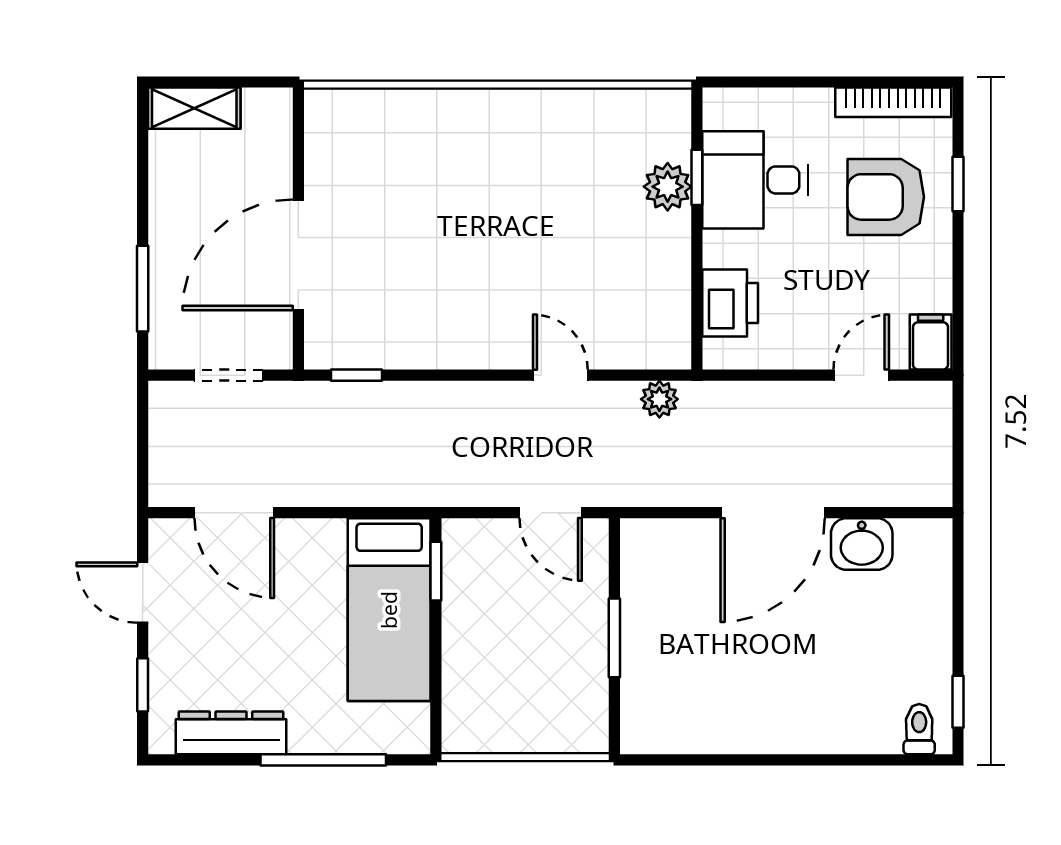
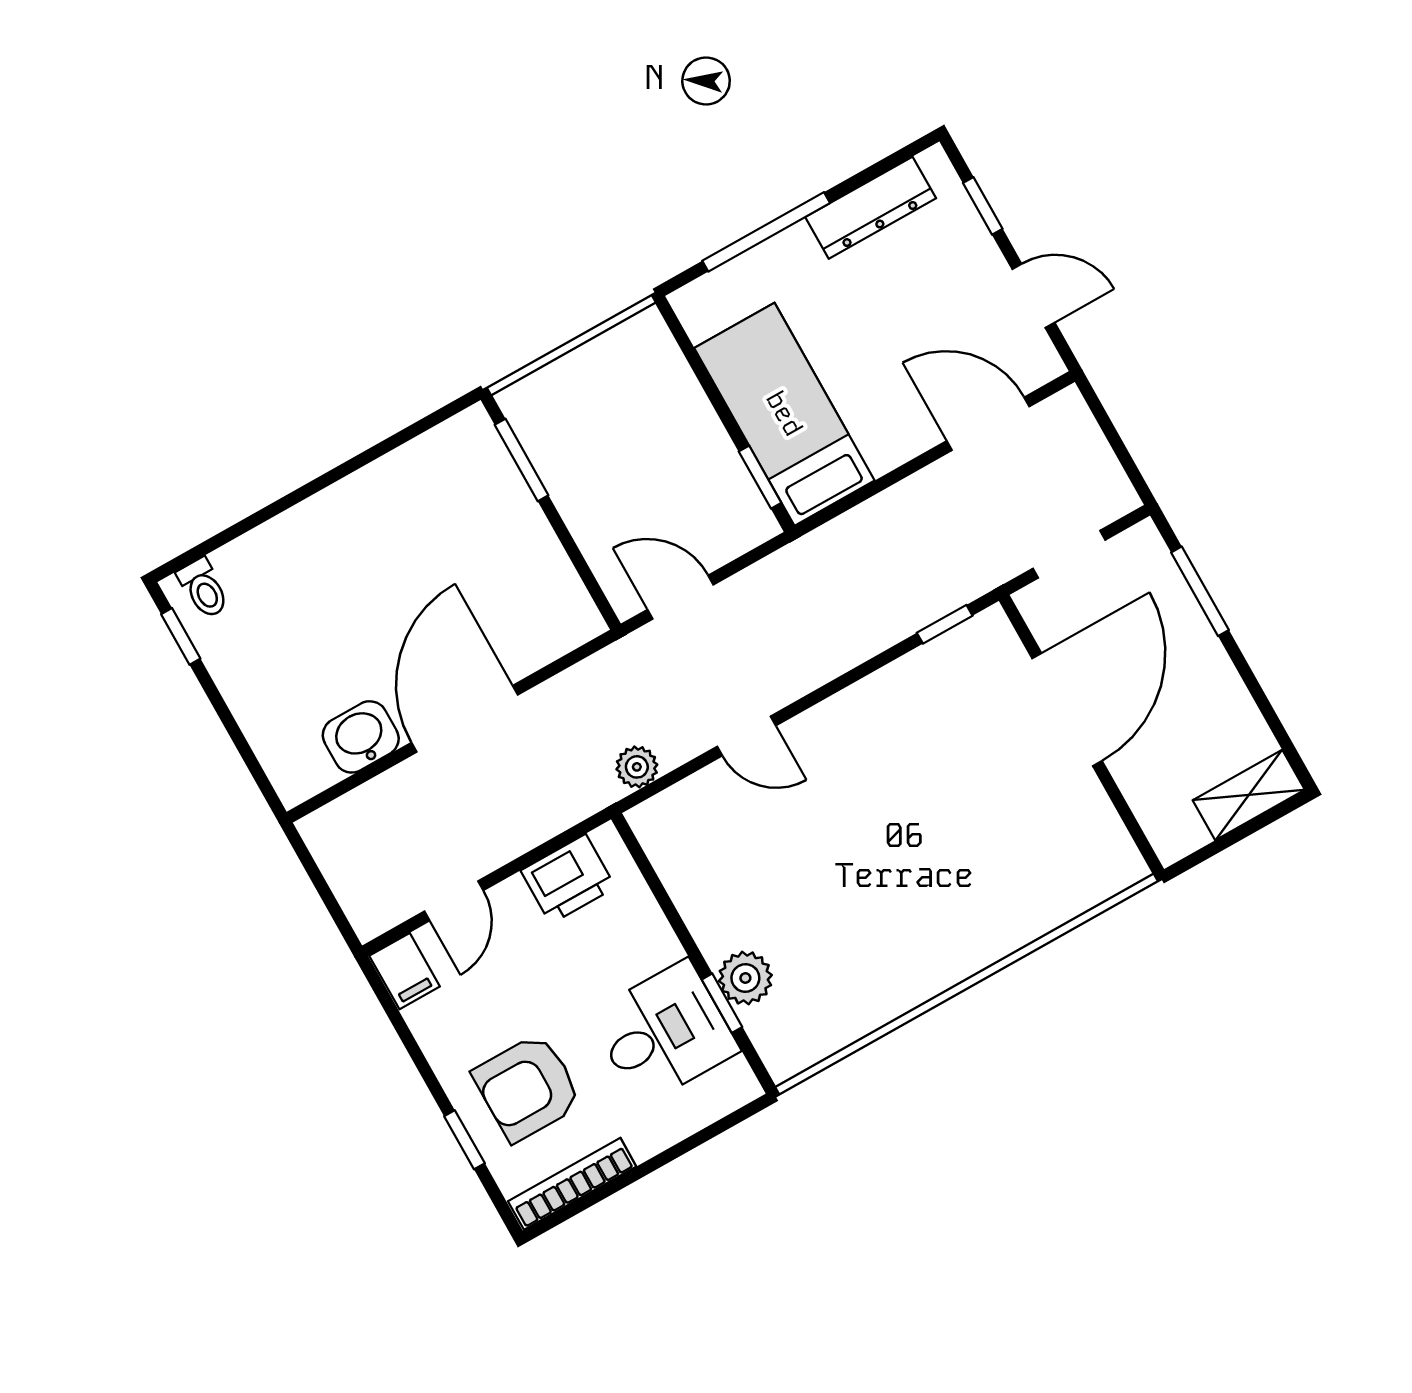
armchair: (886, 197) -> (528, 1088), turned 180
printer: (730, 303) -> (568, 879), moved, turned -90
window: (614, 638) -> (522, 460), moved

